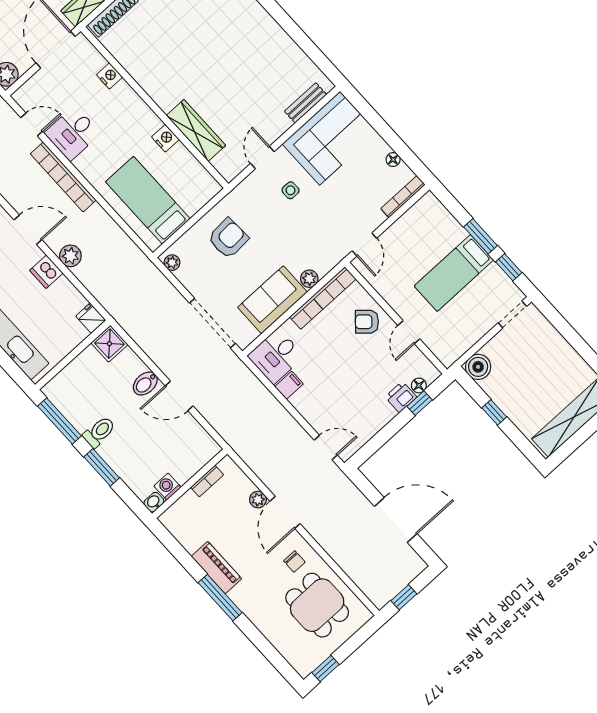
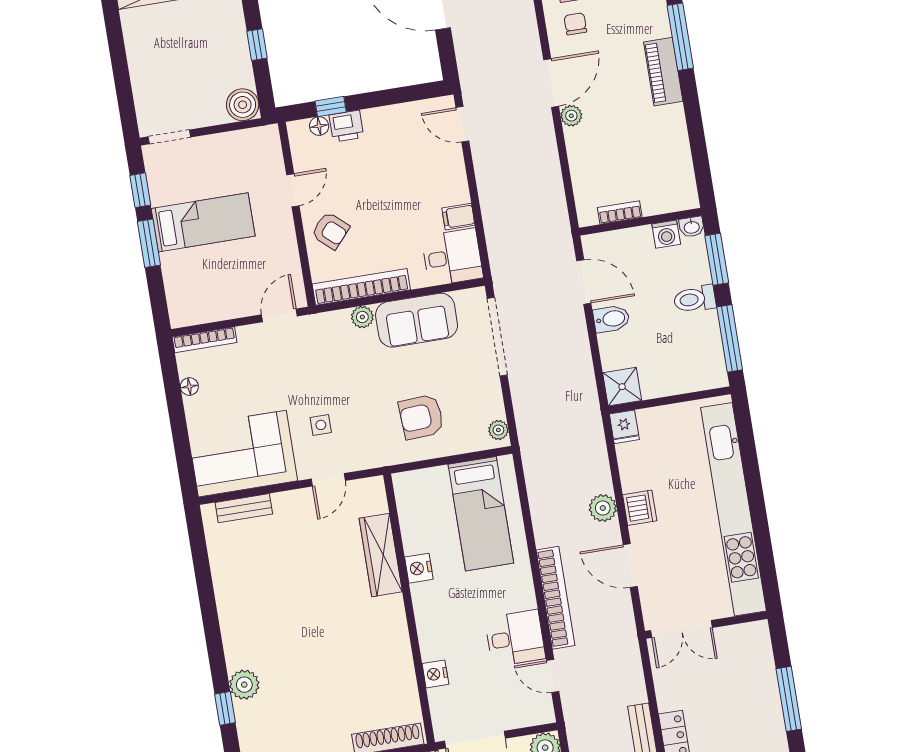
bookcase: (207, 481) -> (620, 212), moved
wall: (190, 484) -> (640, 222), moved
washing machine: (167, 487) -> (666, 234), moved
washbasin: (154, 502) -> (692, 227), moved

